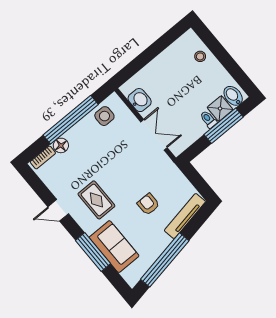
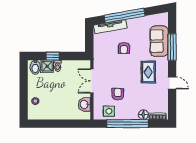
window: (224, 126) -> (53, 56), width x0.46
armchair: (111, 145) -> (118, 94), added
window: (165, 260) -> (125, 16), moved

